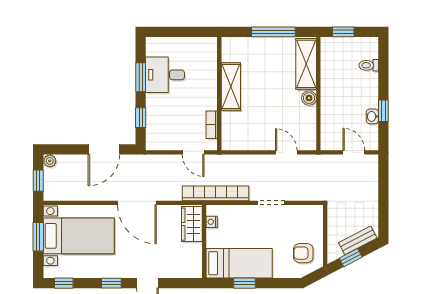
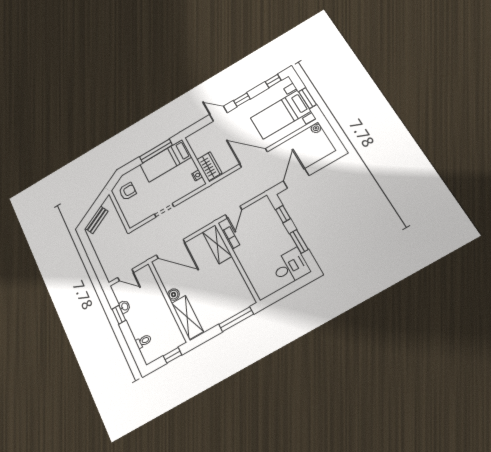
window: (273, 32) -> (236, 319), moved
desk: (165, 75) -> (290, 267), moved
shelving: (231, 87) -> (217, 244), moved
door: (193, 152) -> (234, 212), swing flipped
door: (286, 152) -> (171, 249), width x1.87
plant: (50, 161) -> (316, 128), moved
window: (38, 181) -> (329, 132), removed
bookcase: (216, 193) -> (204, 195), removed
window: (351, 258) -> (96, 206), removed
window: (244, 283) -> (156, 151), width x2.17

